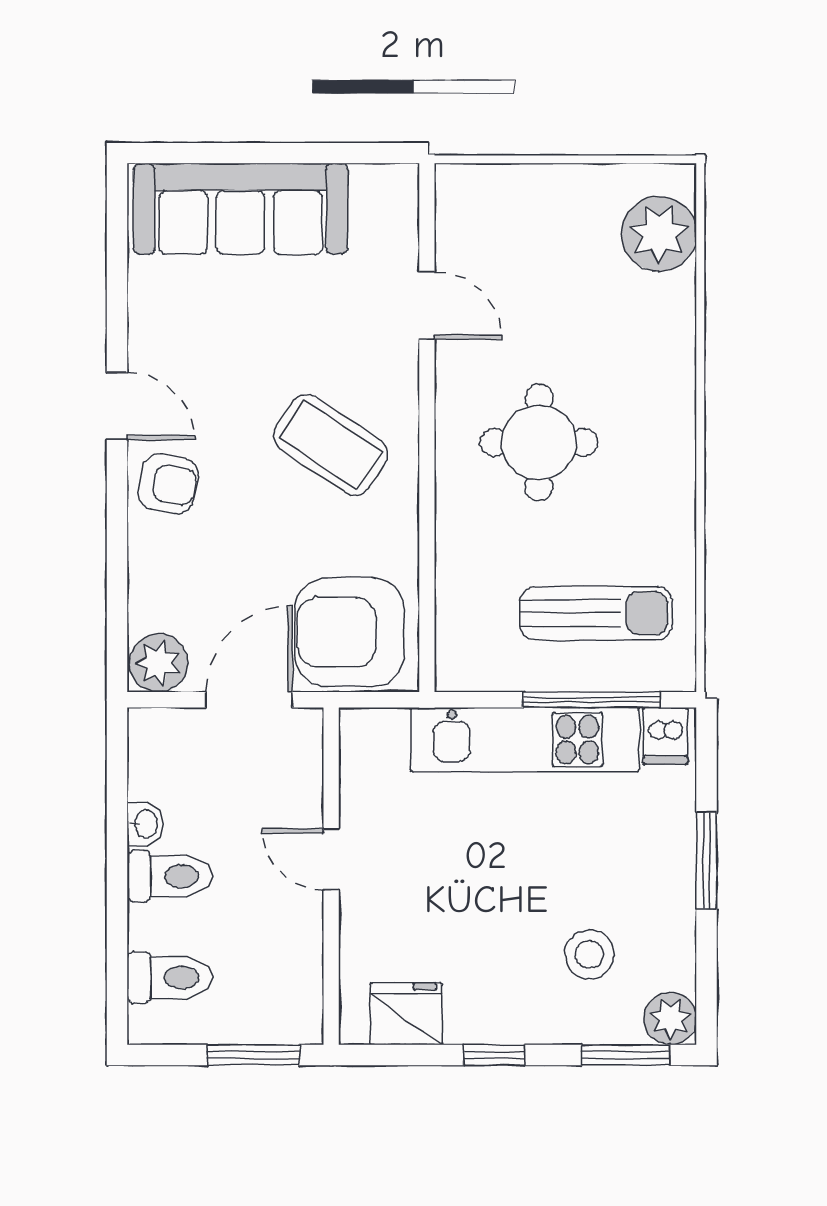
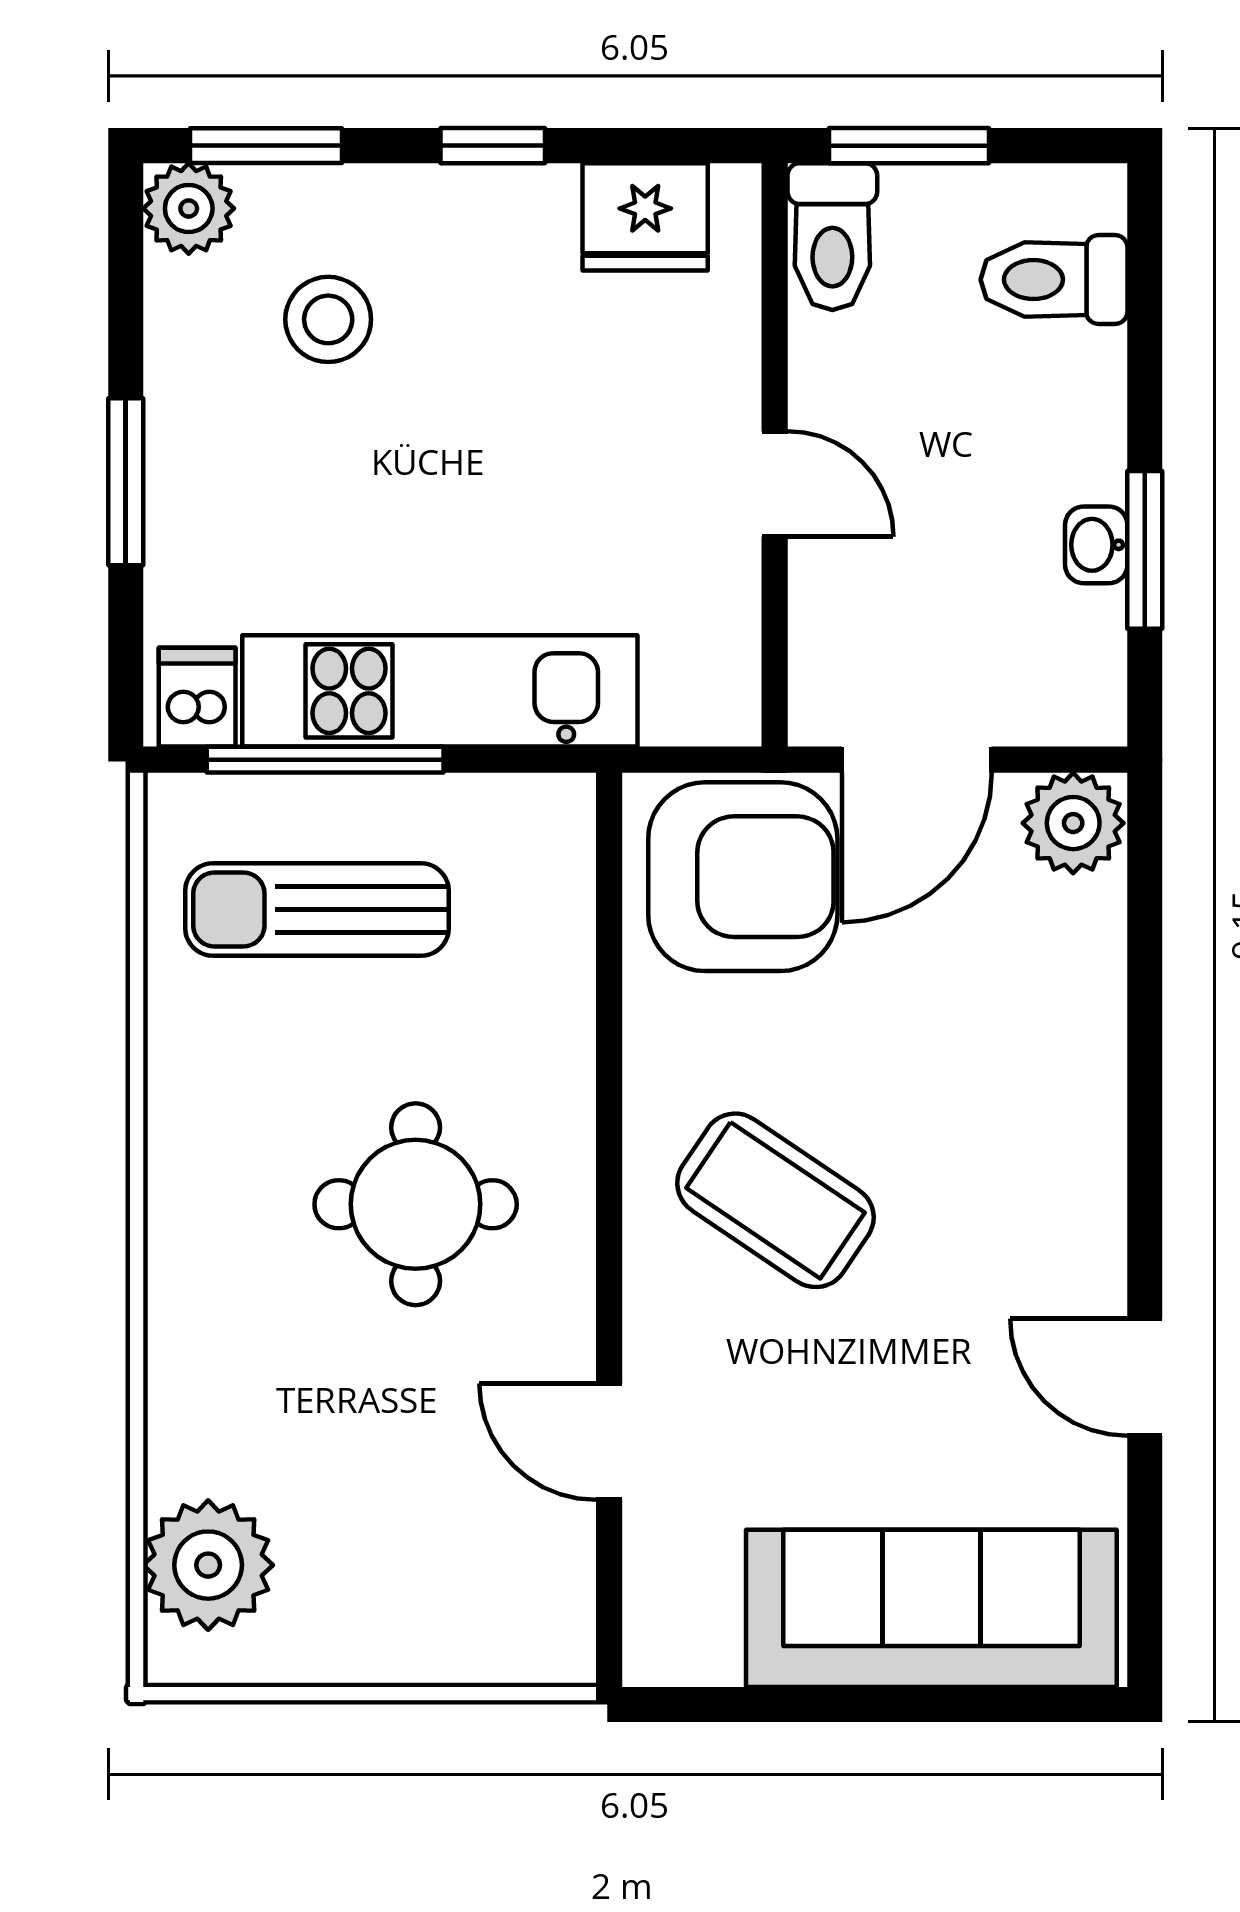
door: (117, 406) -> (1145, 1377), moved
armchair: (168, 484) -> (1057, 1133), removed
window: (117, 821) -> (1145, 550), added
toilet: (170, 876) -> (832, 237), moved, turned -90

